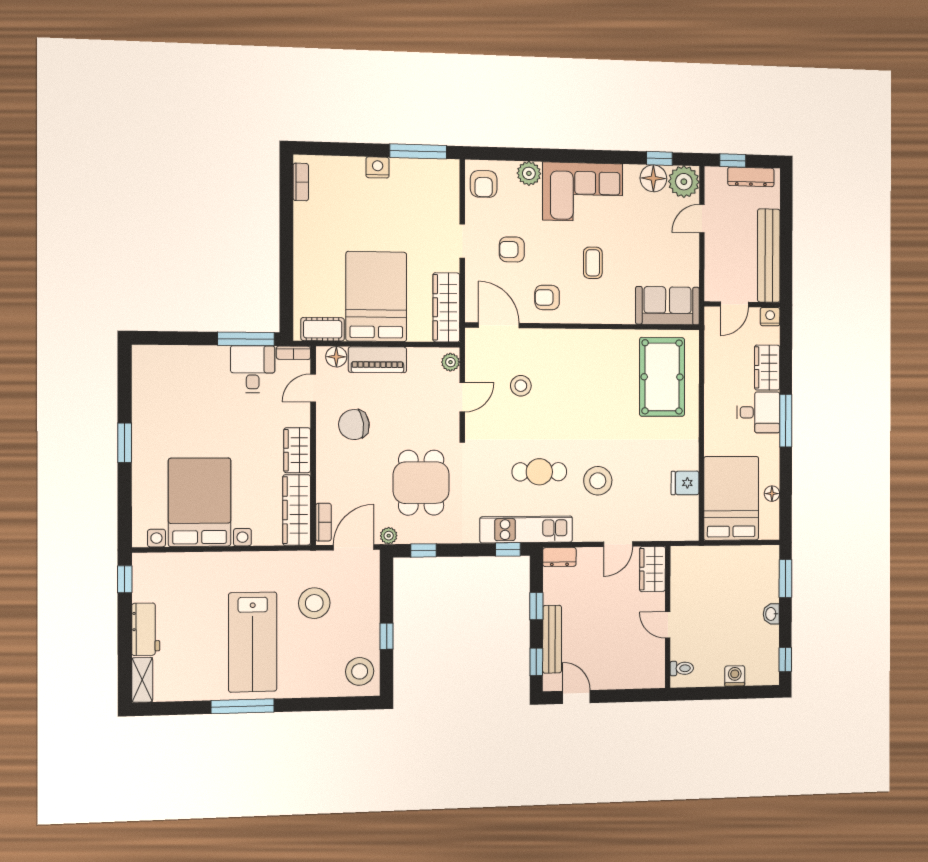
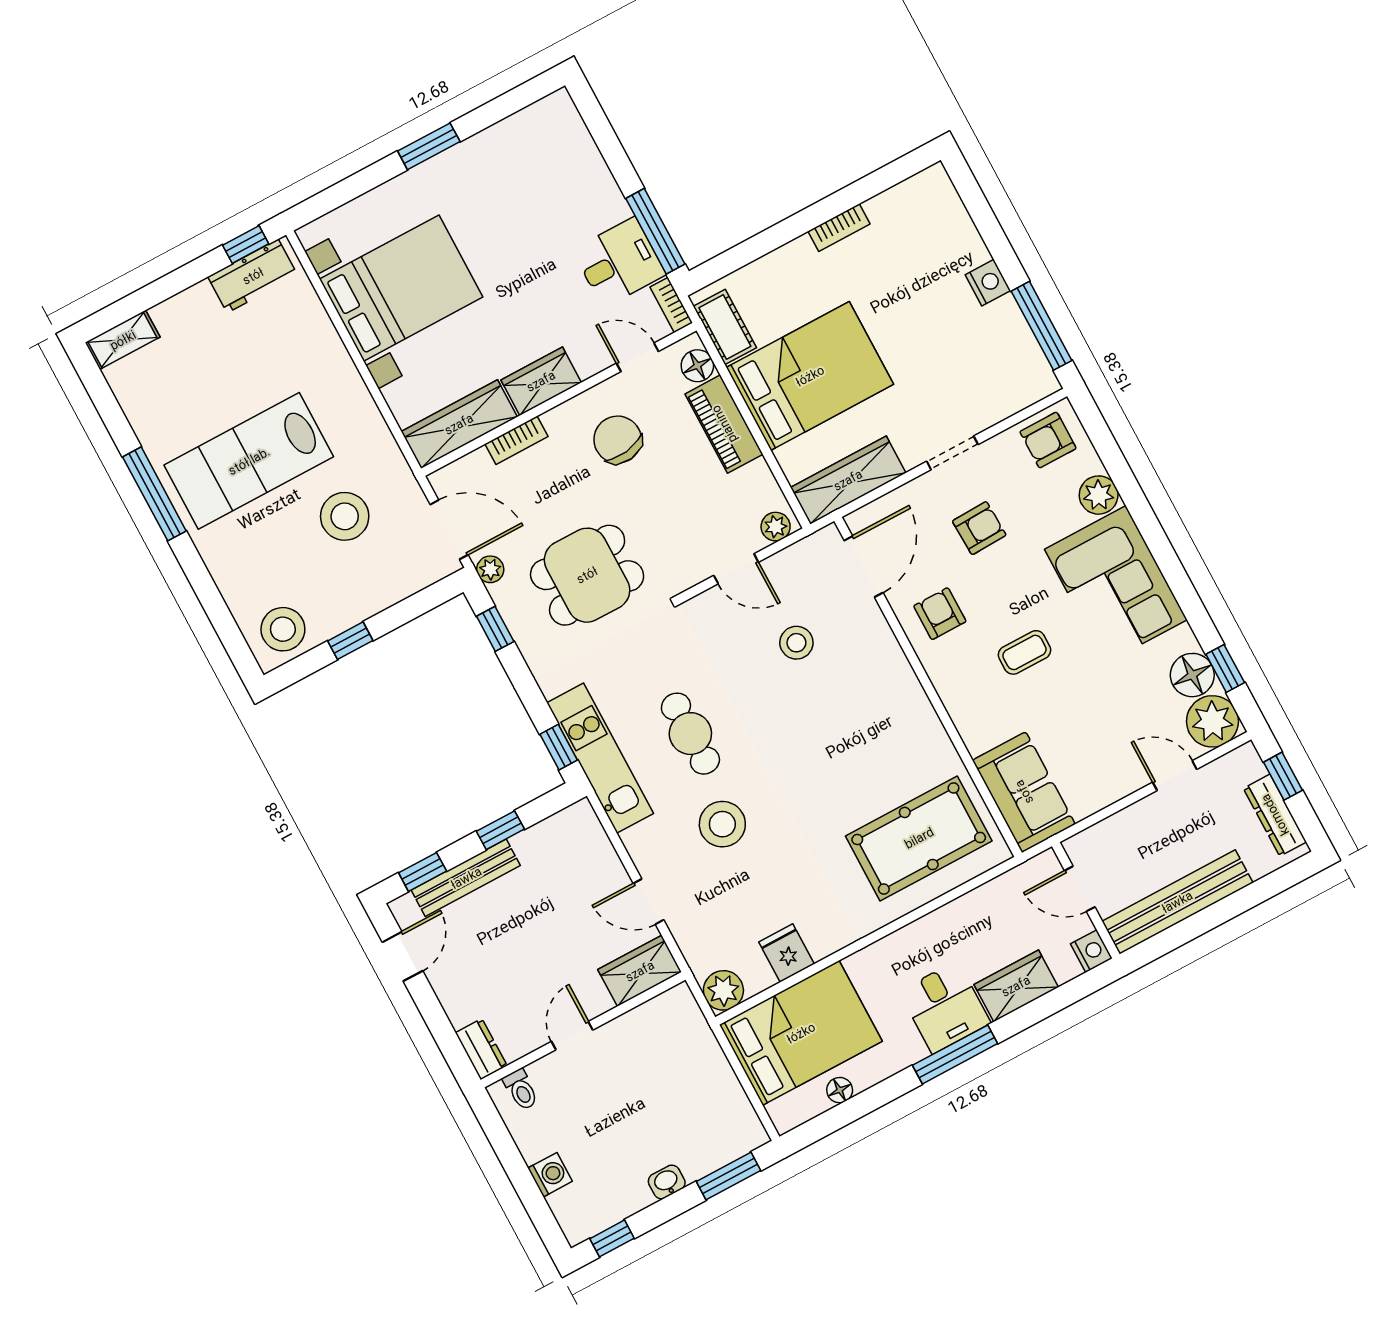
bookcase: (301, 182) -> (839, 228), moved
armchair: (512, 249) -> (979, 528), turned 88
bookcase: (323, 522) -> (516, 440), moved
plant: (687, 528) -> (723, 990), added
dresser: (559, 557) -> (481, 1049), moved, turned 180
workbench: (146, 629) -> (253, 276), moved

